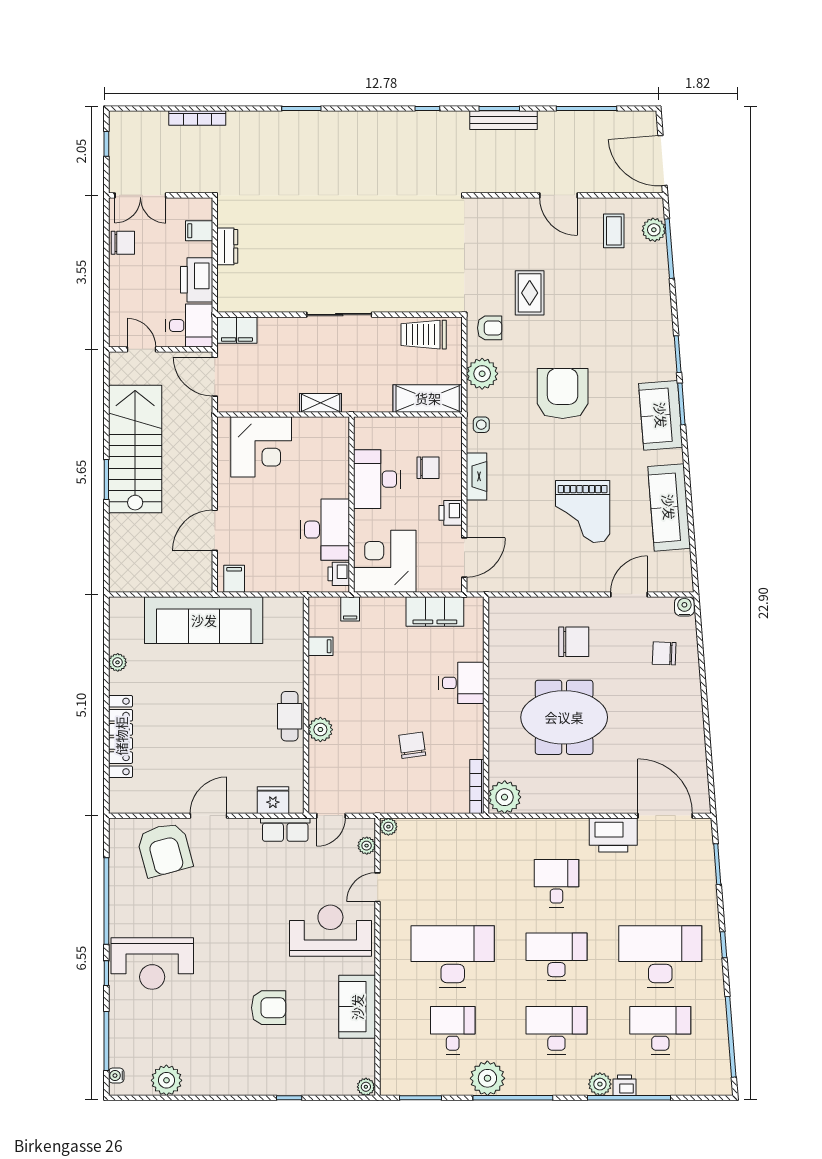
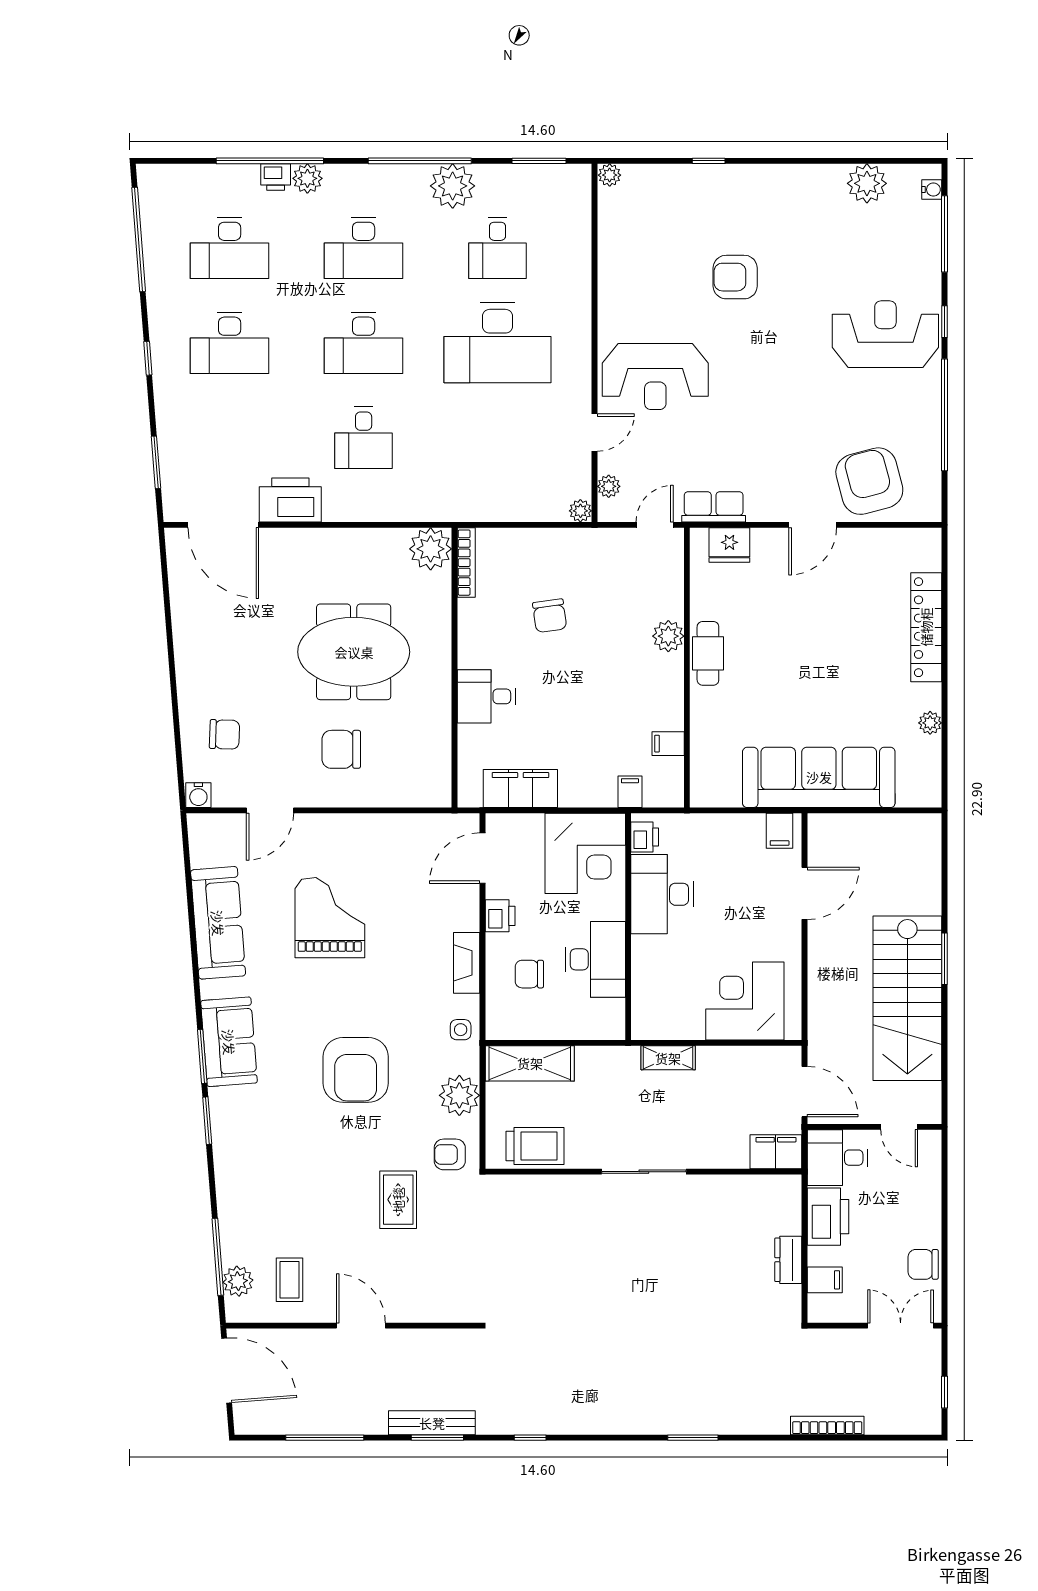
desk: (660, 957) -> (230, 343), width x0.73, depth x0.77
sofa: (357, 1007) -> (621, 278), removed

